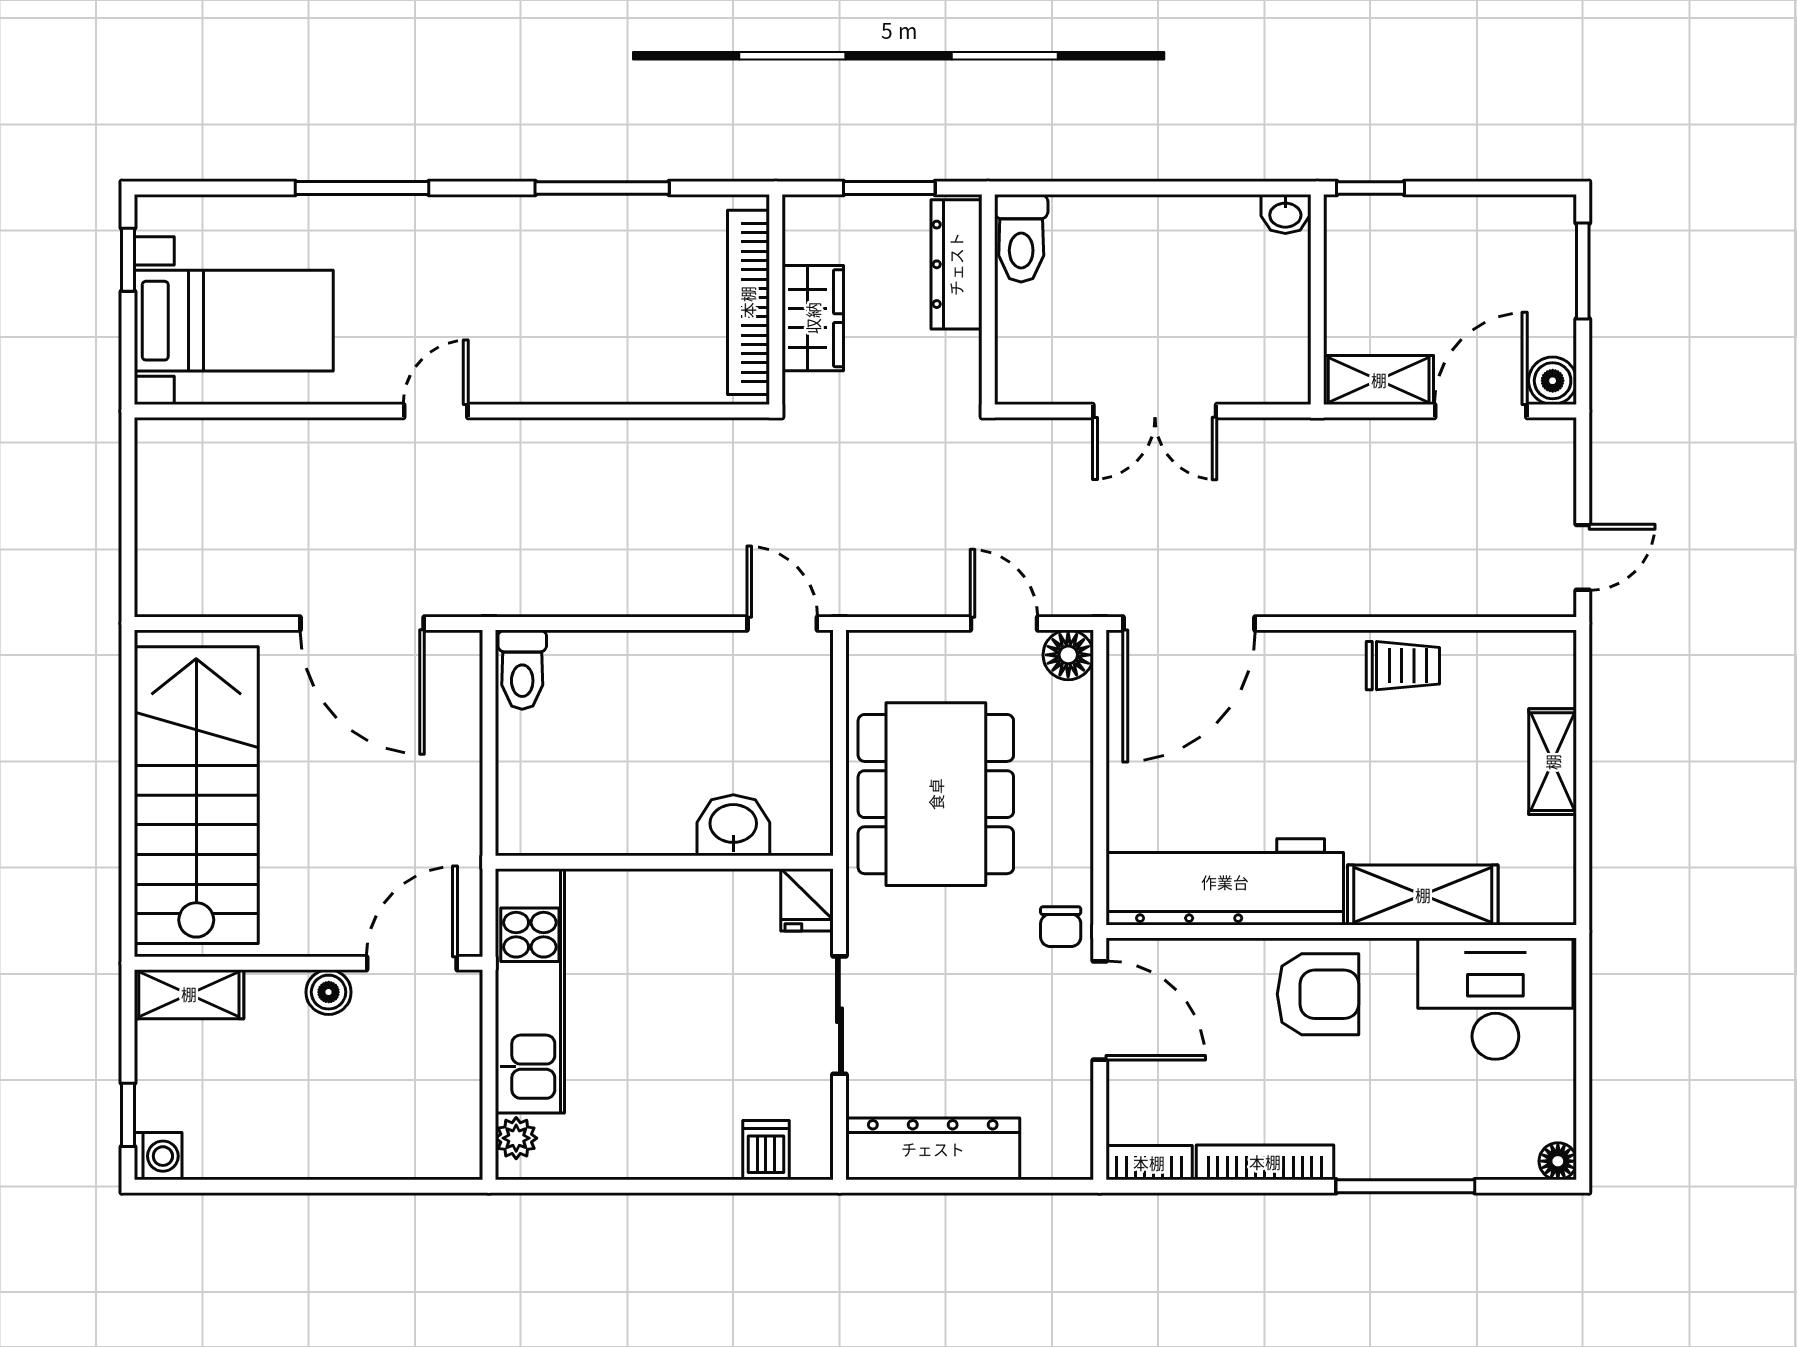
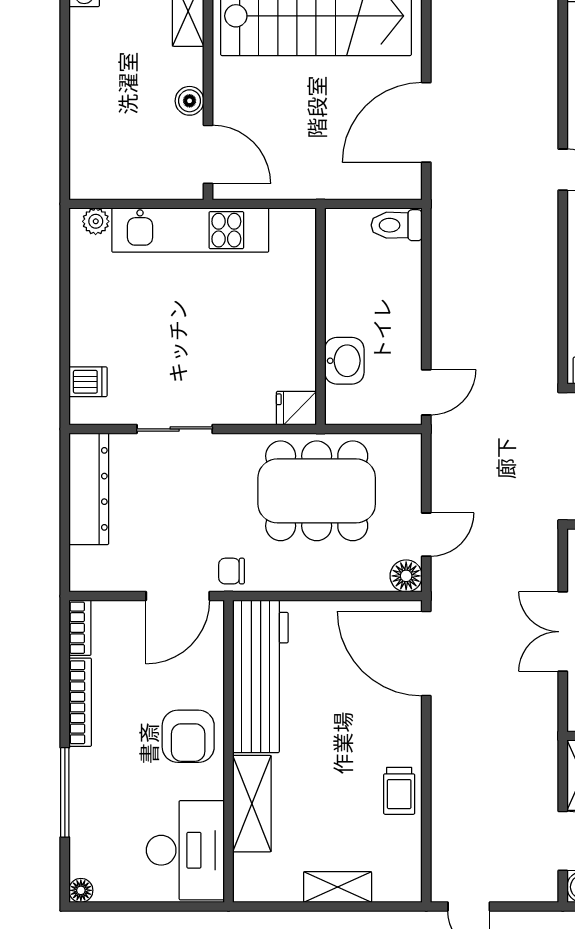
washbasin: (733, 825) -> (344, 361), moved
wall: (664, 862) -> (321, 316), moved
fridge: (807, 900) -> (296, 408), moved

